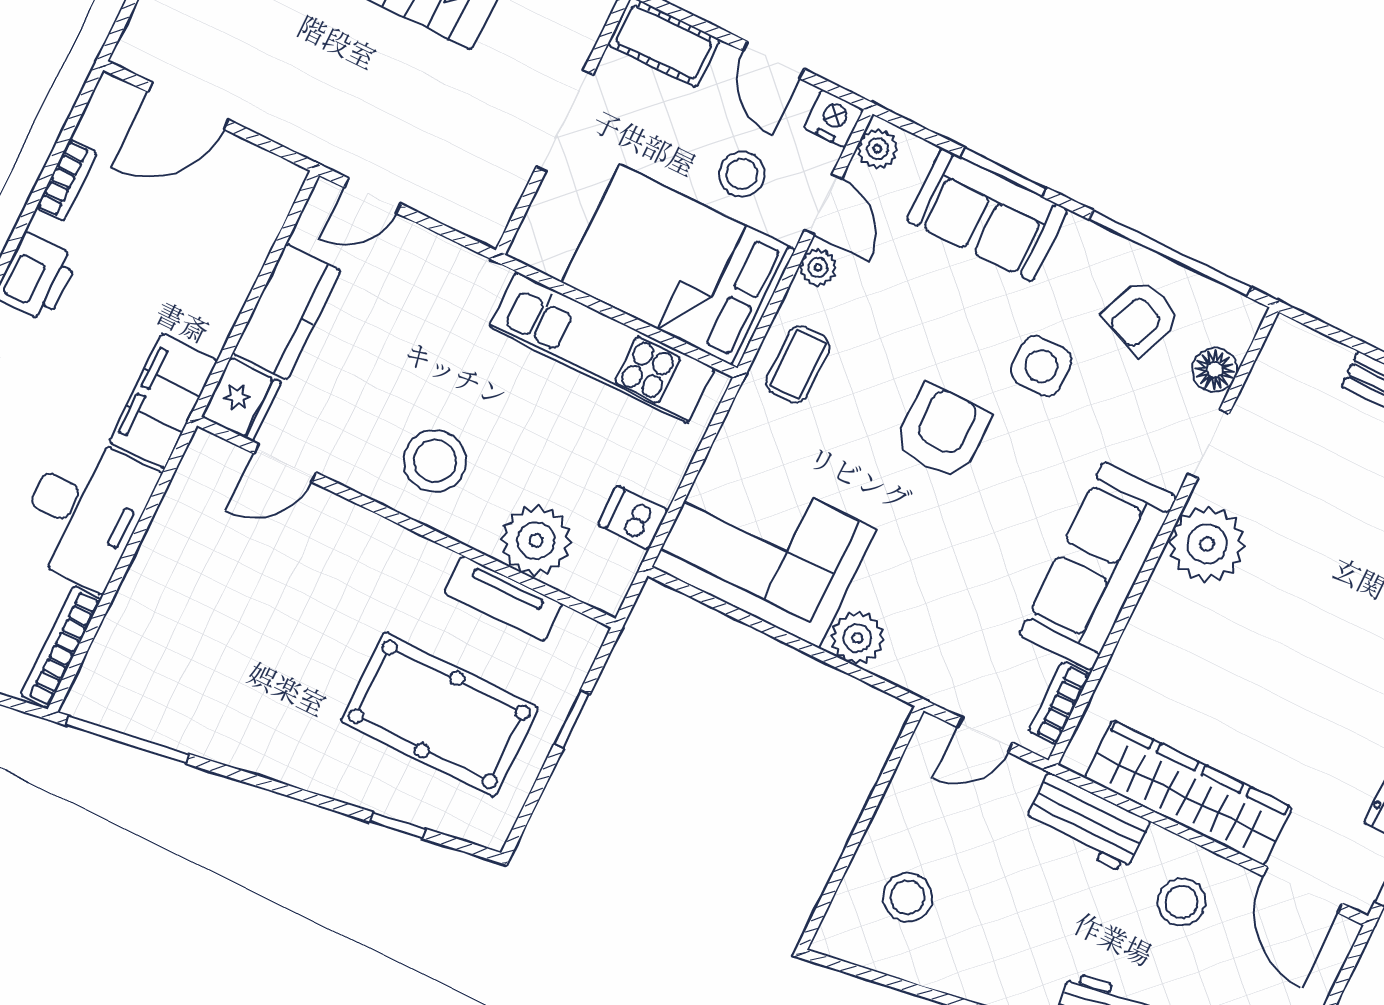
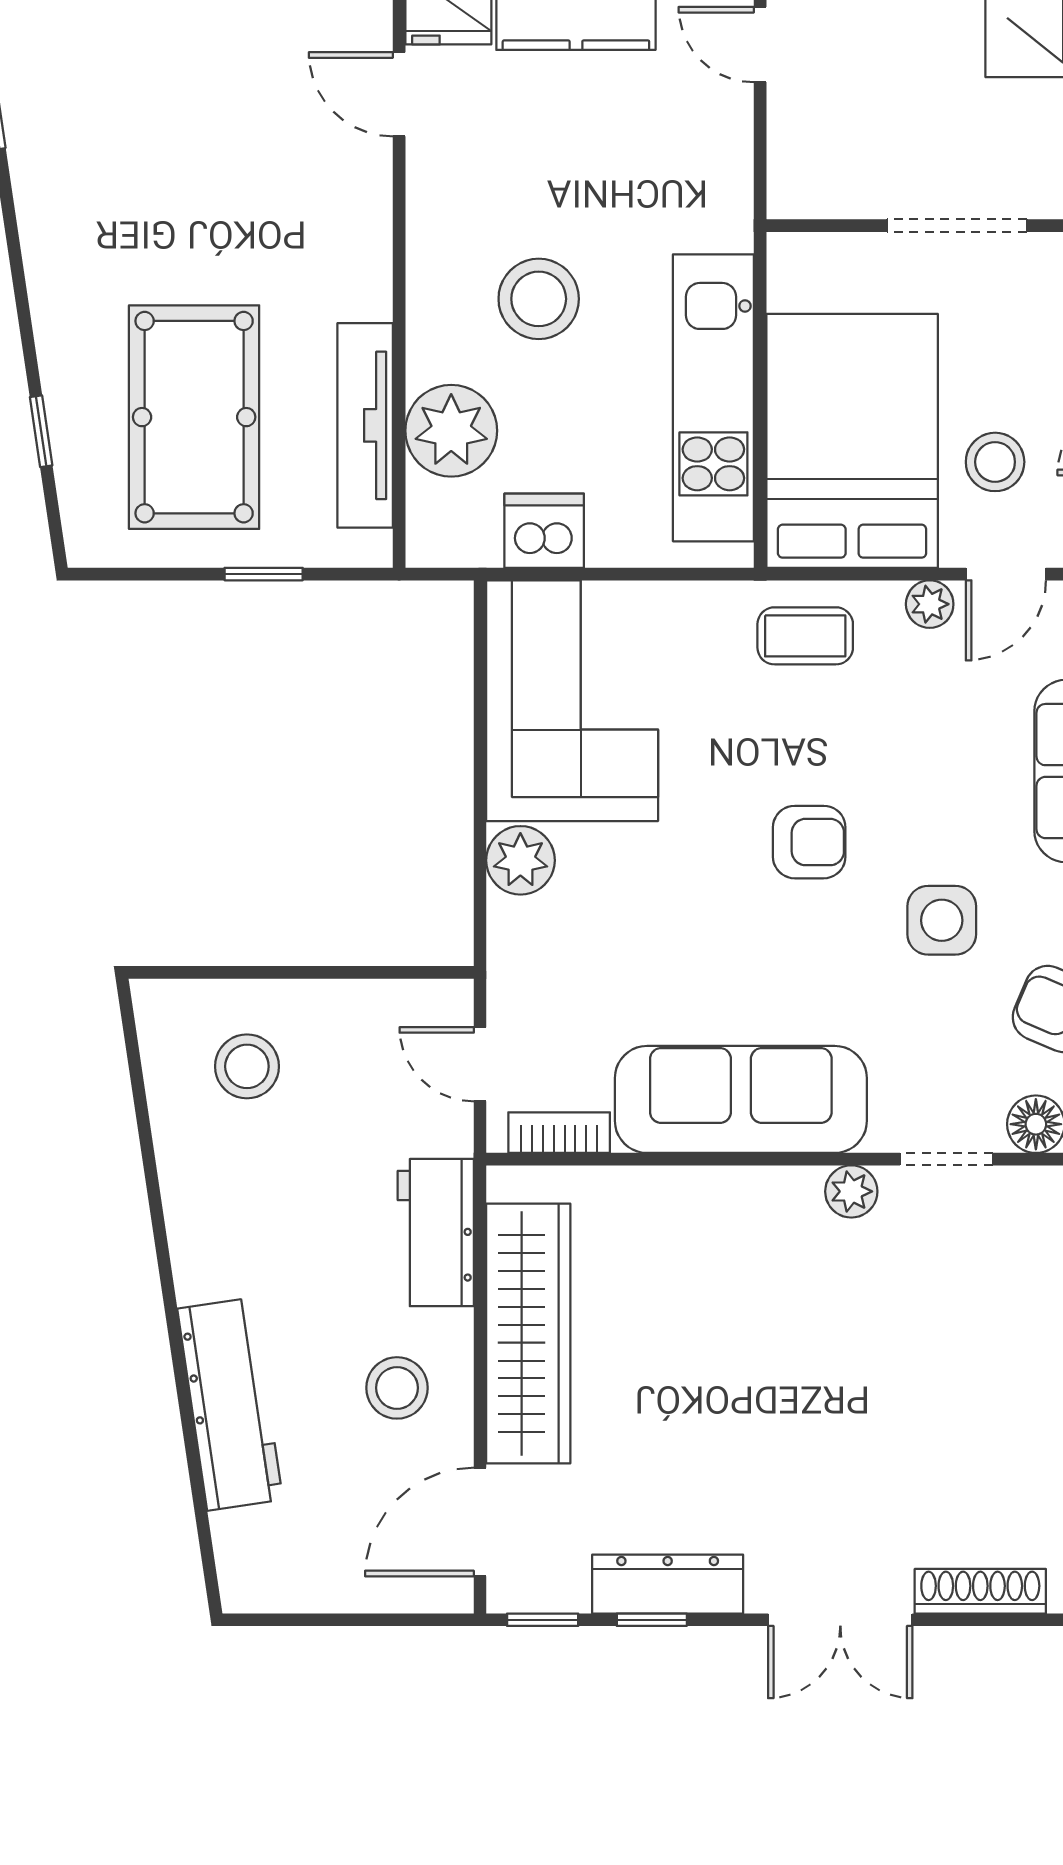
armchair: (942, 432) -> (809, 842), width x0.72, depth x0.72
stool: (435, 461) -> (539, 299), moved
dishwasher: (633, 518) -> (544, 531), width x1.38
plant: (1207, 544) -> (851, 1191), width x0.53, depth x0.53
tv unit: (503, 599) -> (365, 425), width x1.41

